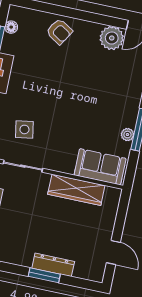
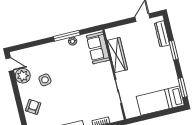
side table: (24, 129) -> (45, 80), moved
dresser: (53, 265) -> (162, 34), moved

